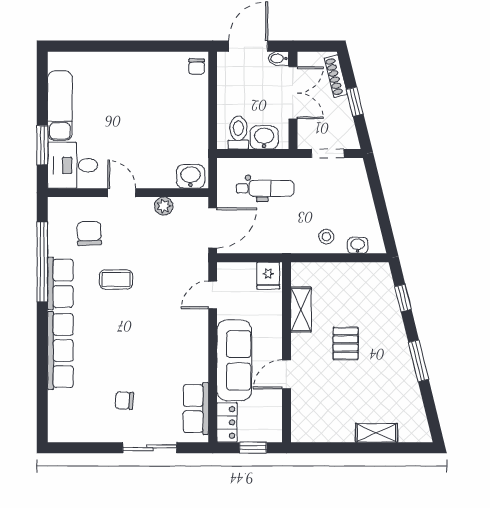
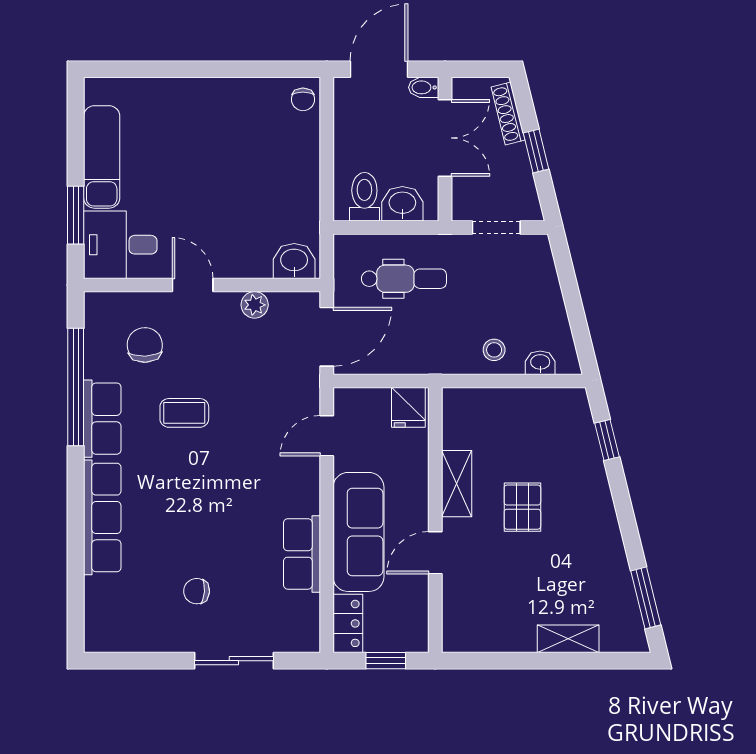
shelving: (301, 309) -> (457, 484), moved
window: (418, 361) -> (646, 598), moved
row of seats: (196, 409) -> (302, 554), moved

